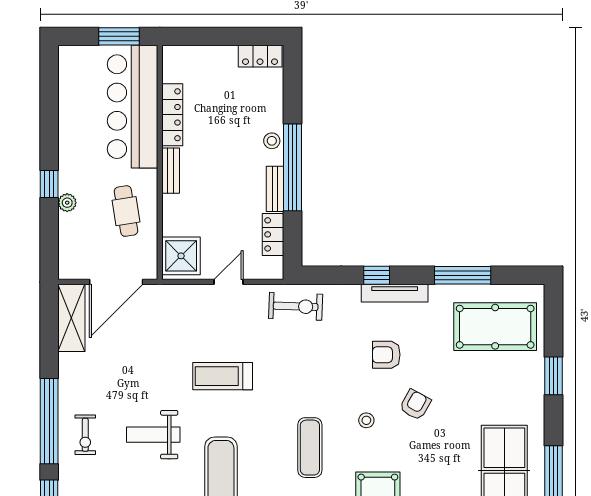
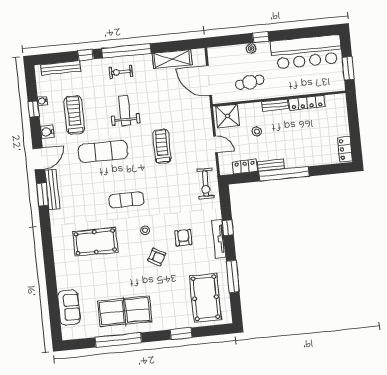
bar counter: (132, 107) -> (306, 52), moved, turned 180
stool: (272, 141) -> (257, 131), moved
shelving: (71, 318) -> (172, 59), moved

